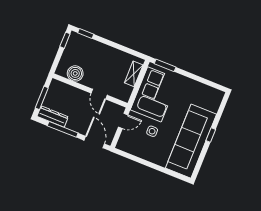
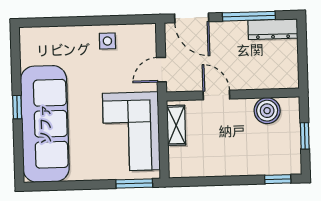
window: (65, 40) -> (305, 136), moved
shelving: (134, 74) -> (176, 125), moved
window: (42, 98) -> (302, 51), removed
side table: (152, 131) -> (107, 41), moved
sofa: (191, 141) -> (45, 124), moved

